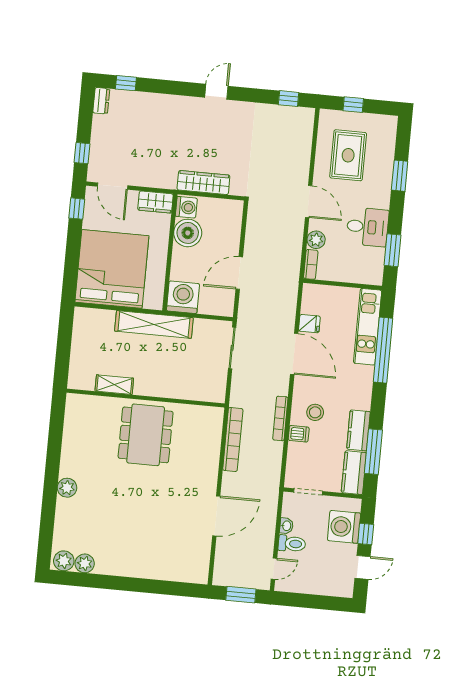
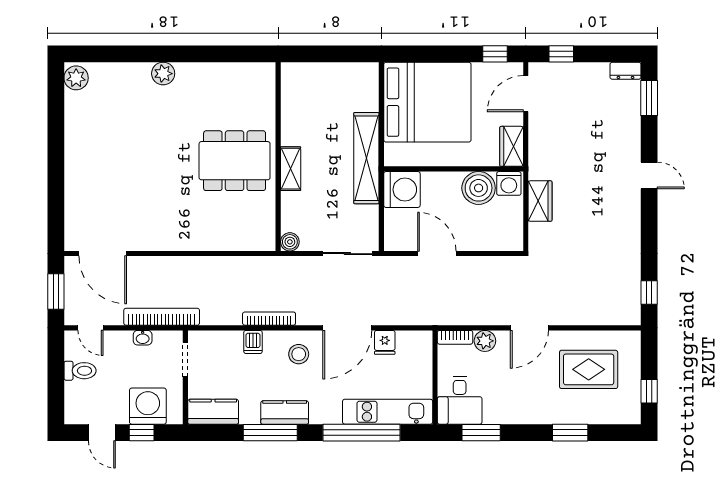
window: (126, 83) -> (649, 98), width x1.50
door: (216, 92) -> (649, 175), moved
window: (353, 105) -> (649, 391), moved
wardrobe: (203, 183) -> (540, 201), width x0.67
desk: (368, 227) -> (460, 400), moved
shelving: (114, 385) -> (291, 169), moved
boiler: (218, 395) -> (290, 242), added
stool: (315, 412) -> (299, 354), moved
kitchen counter: (358, 430) -> (285, 412), moved
bookcase: (233, 439) -> (162, 317), moved, turned 180
window: (373, 452) -> (270, 433), moved
door: (216, 516) -> (103, 254), moved
toilet: (292, 544) -> (80, 371), moved, turned -90
plant: (85, 563) -> (75, 103), removed

